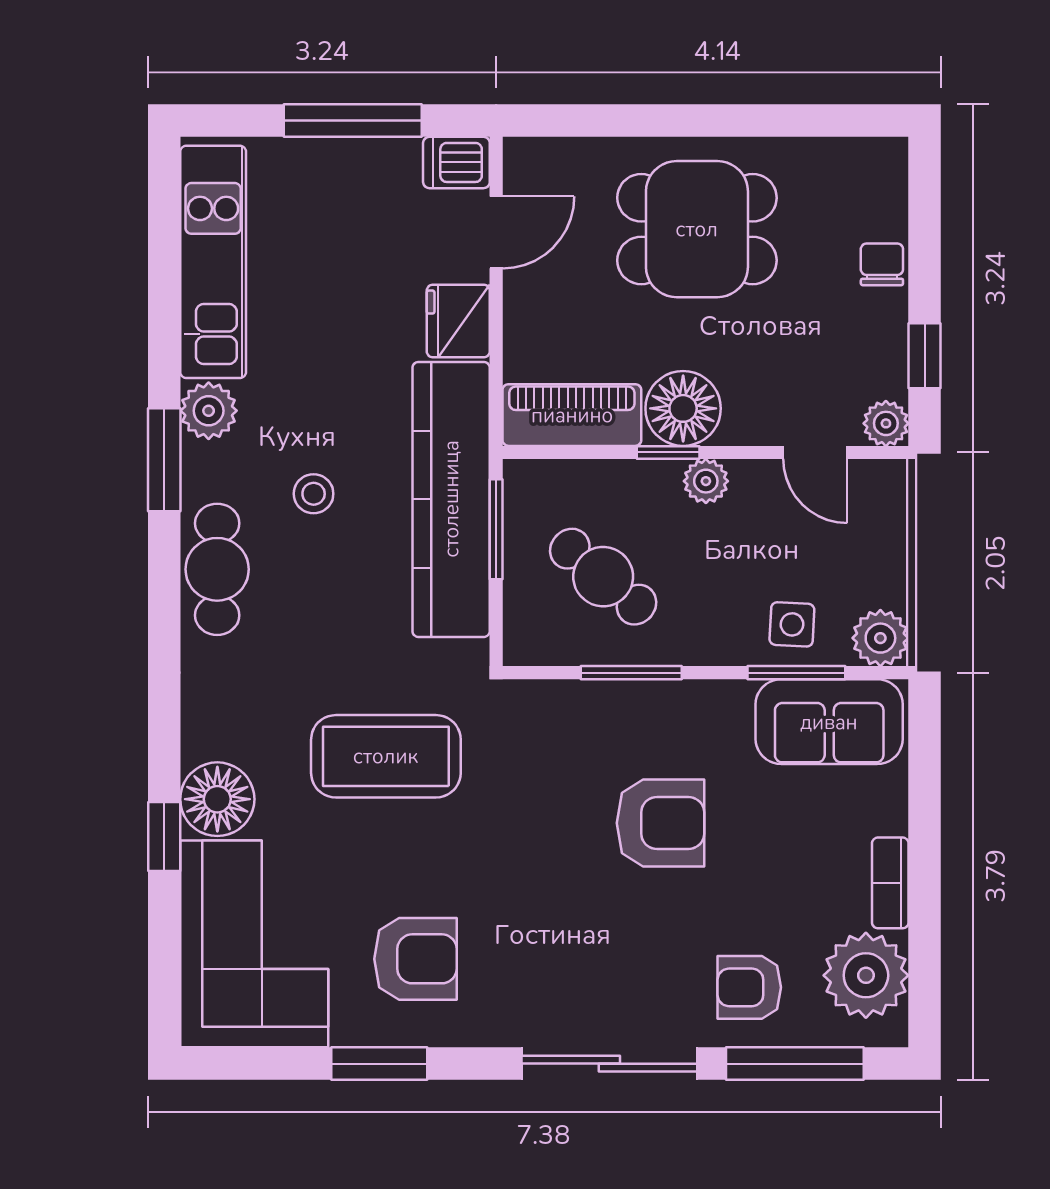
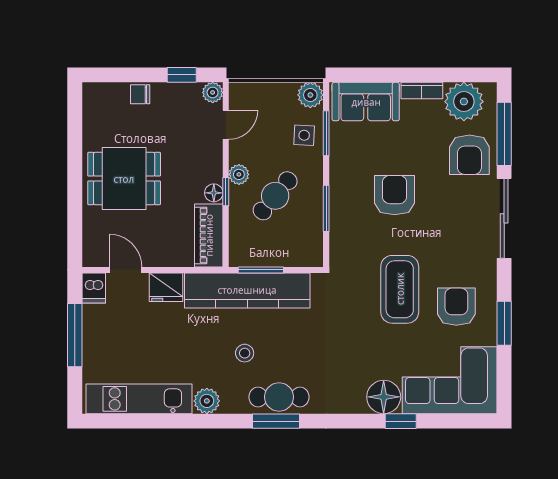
dining table: (697, 229) -> (124, 179), turned 90
floor lamp: (683, 408) -> (214, 193), width x0.53, depth x0.53
window: (164, 460) -> (276, 421), moved
cafe table: (603, 577) -> (275, 196), moved
sofa: (829, 722) -> (366, 102), moved, turned 90
coffee table: (386, 756) -> (400, 289), moved
armchair: (749, 987) -> (469, 155), width x1.38, depth x1.38

